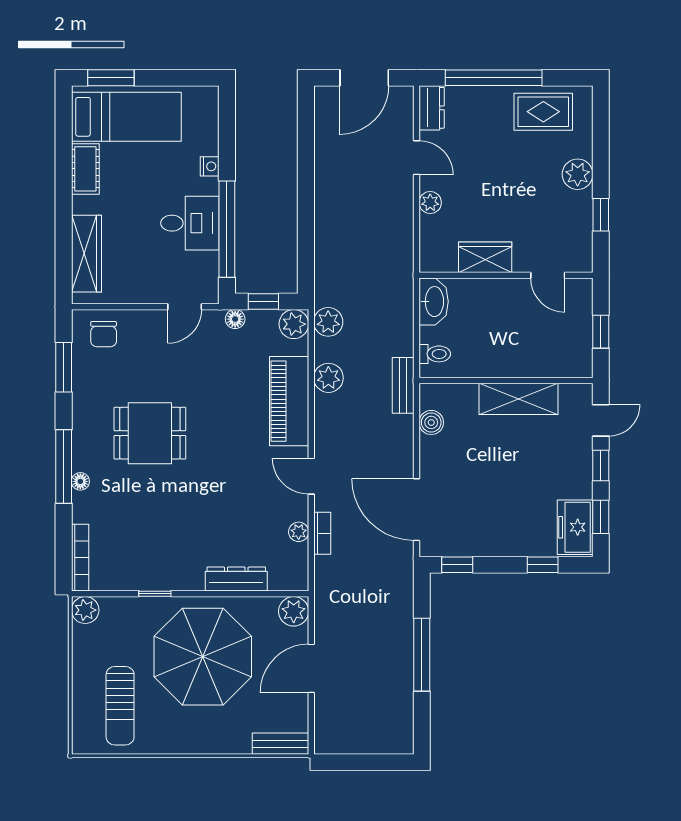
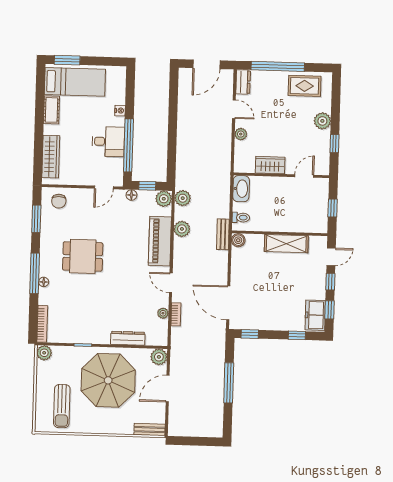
door: (548, 275) -> (304, 176), swing flipped
boiler: (431, 422) -> (238, 240), moved

